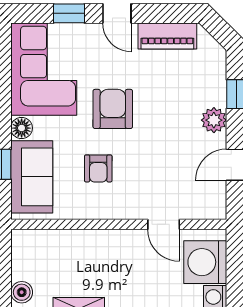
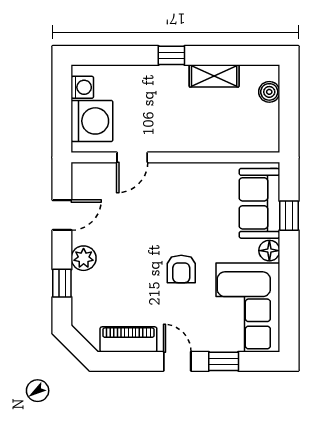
armchair: (113, 109) -> (181, 269), width x0.72, depth x0.72
armchair: (98, 168) -> (195, 211), removed
door: (164, 224) -> (132, 157), swing flipped

